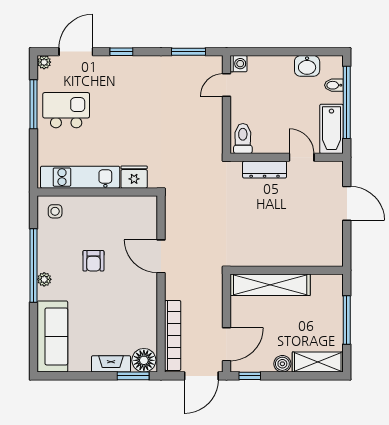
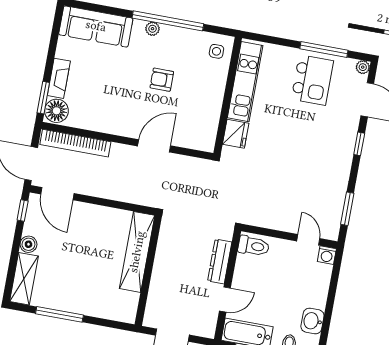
wall: (287, 270) -> (148, 271), moved
shelving: (270, 285) -> (137, 252), moved

